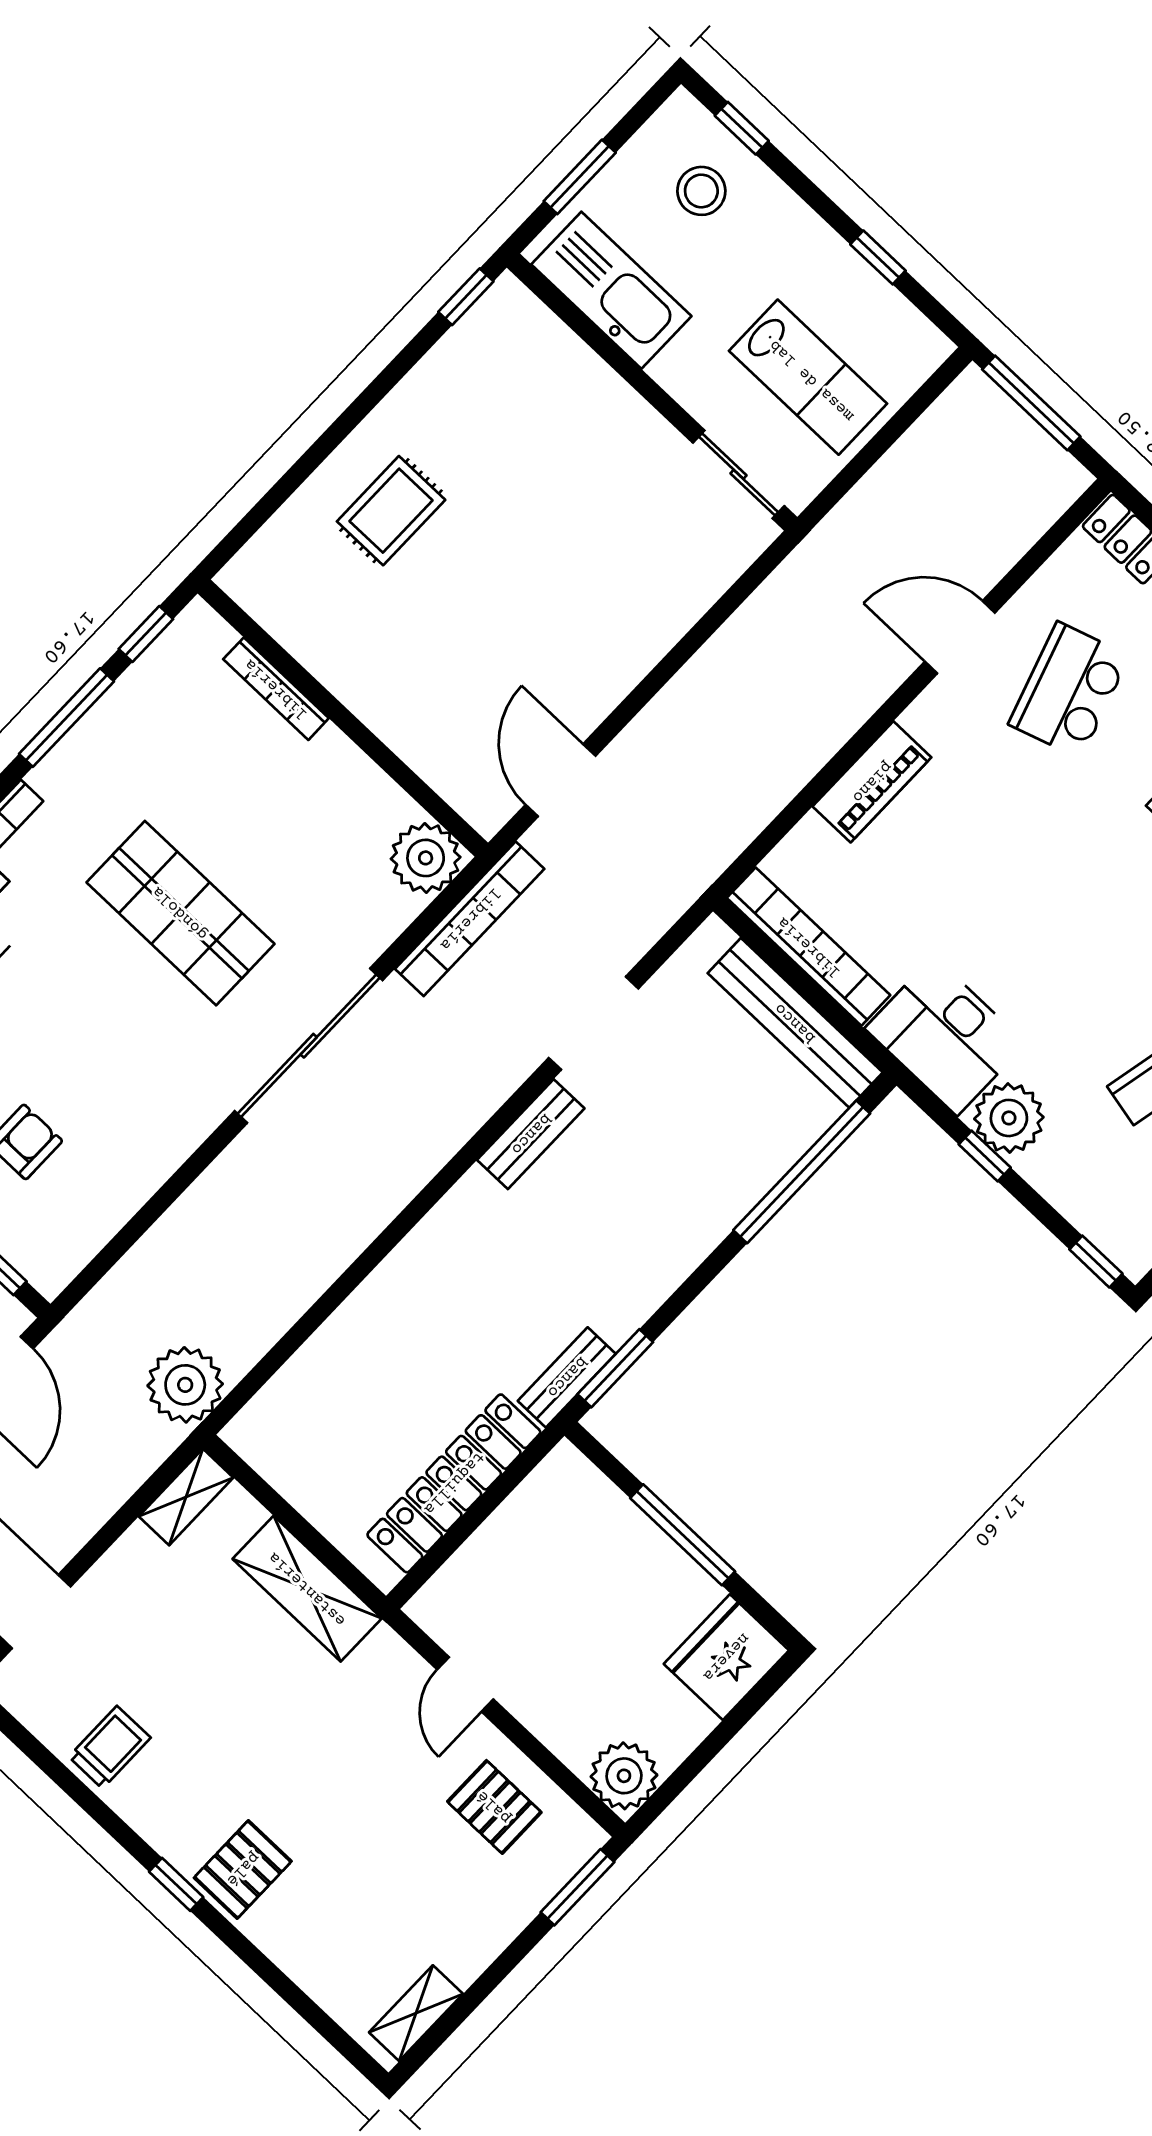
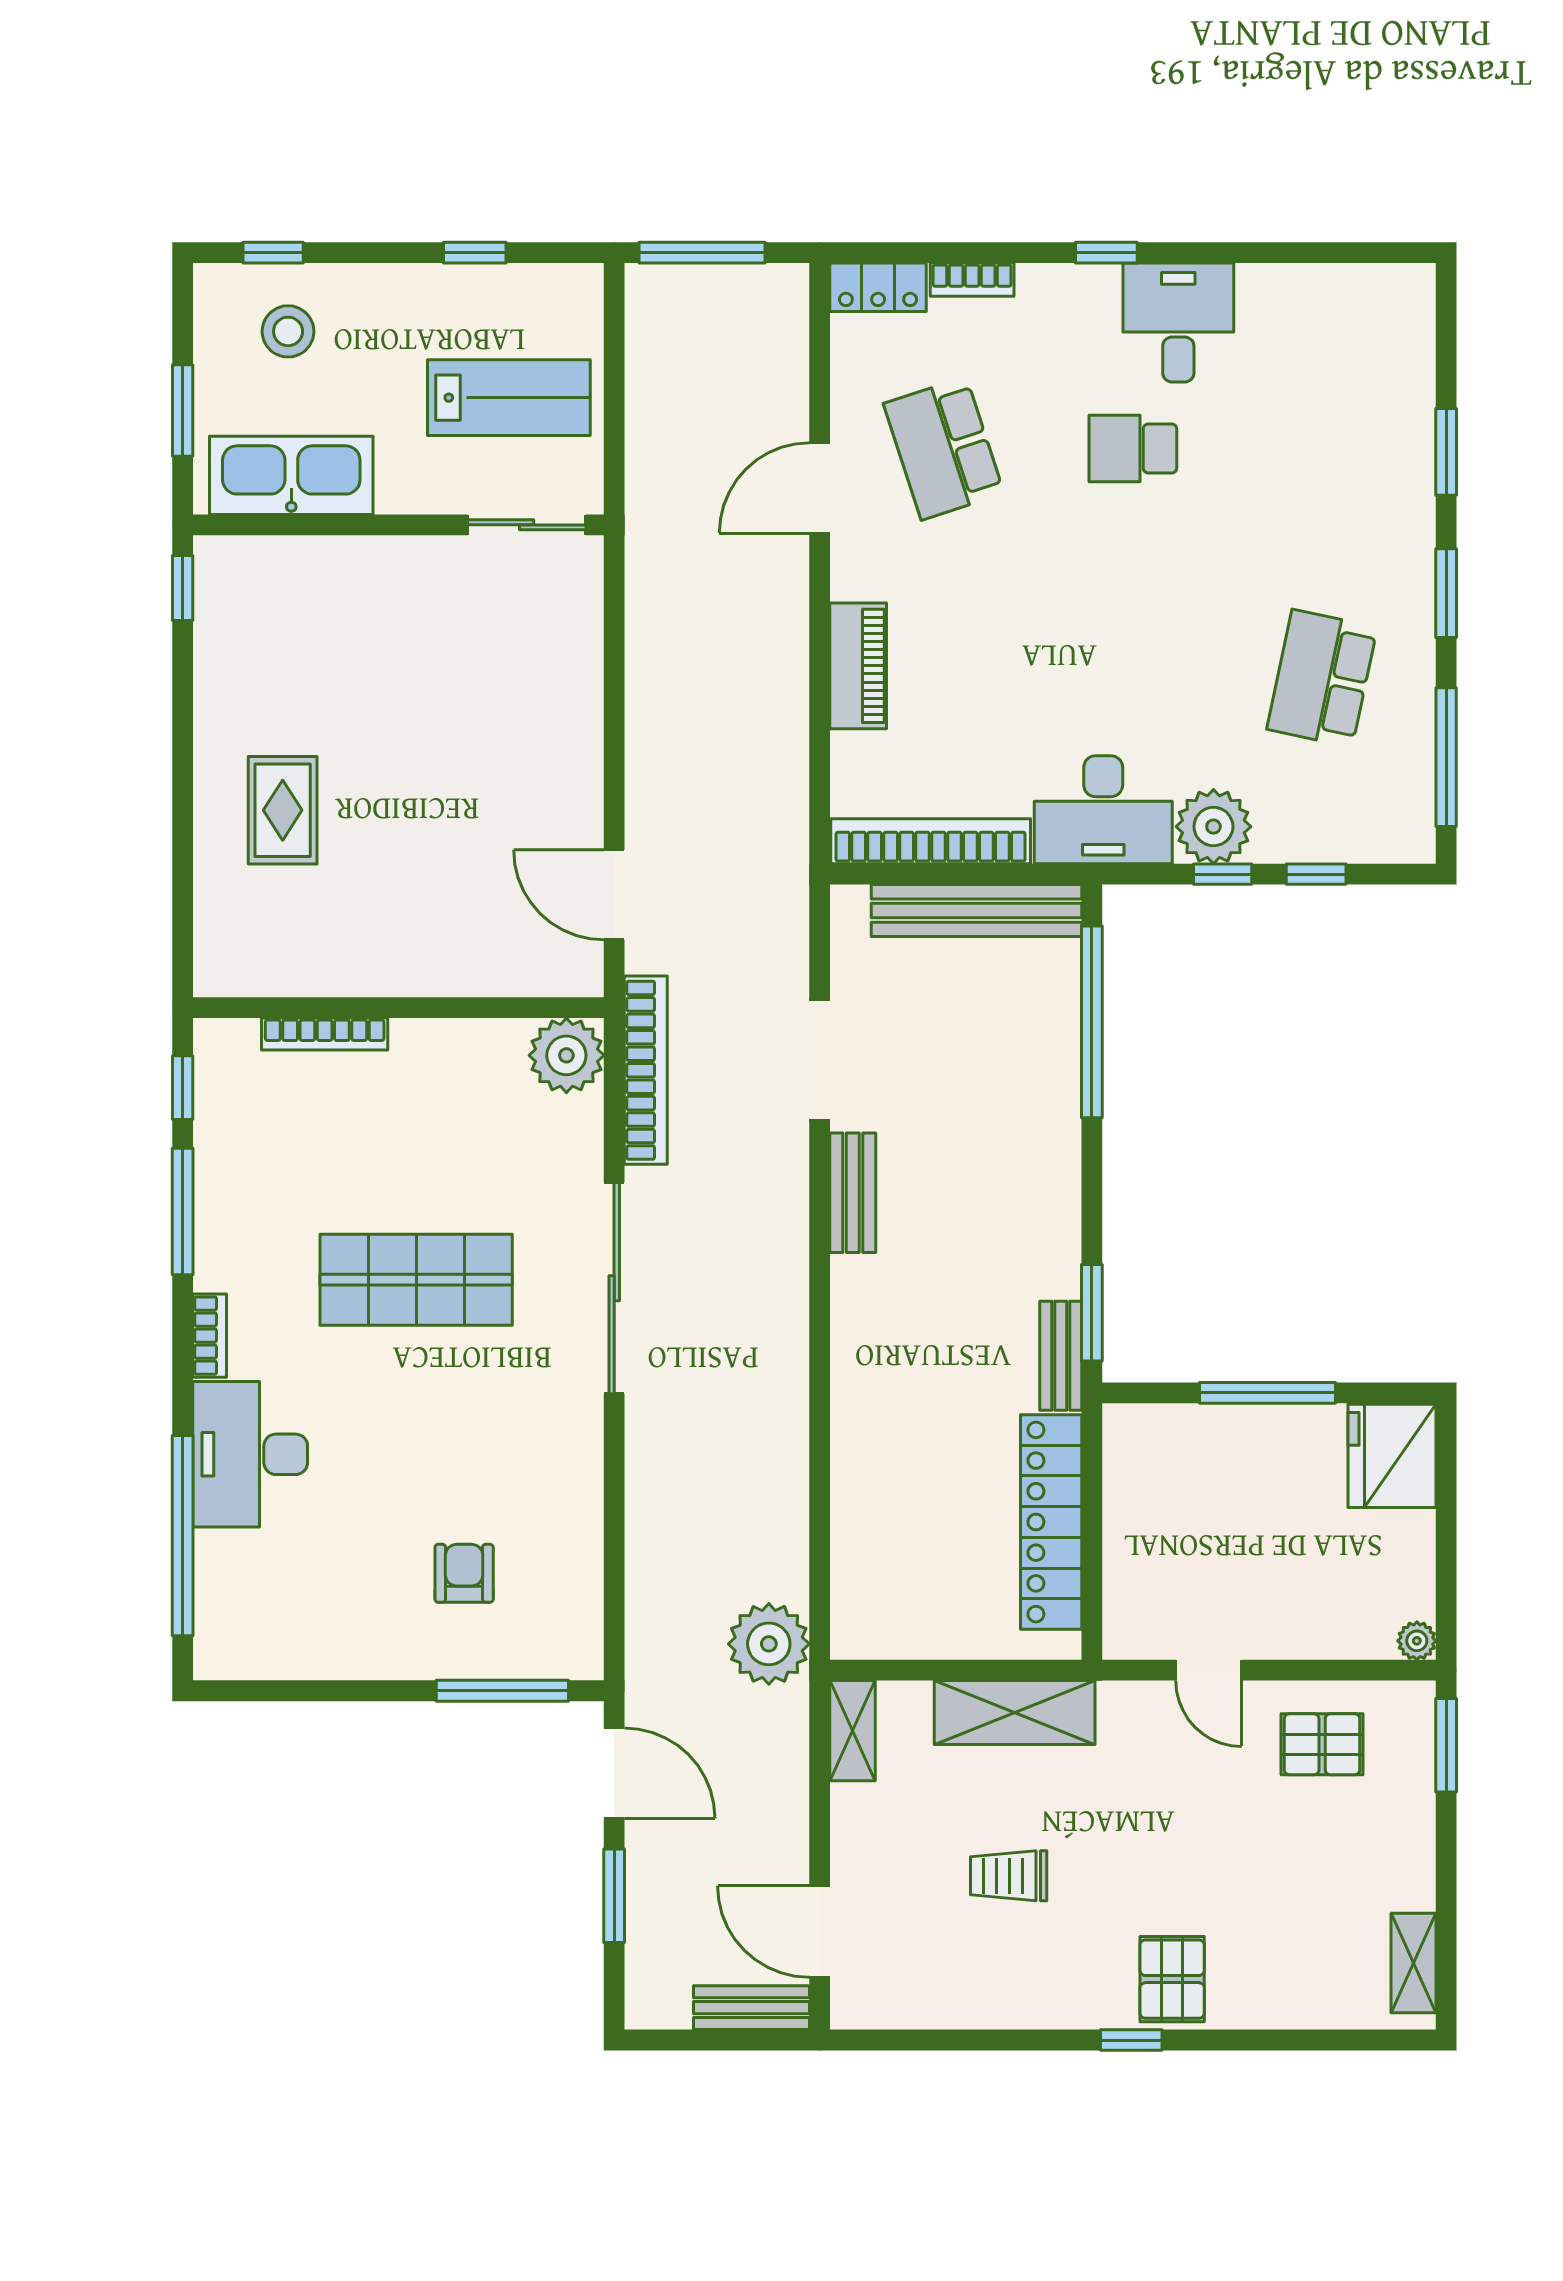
window: (1096, 1262) -> (1316, 874), moved
trolley: (110, 1747) -> (1009, 1876), moved, turned -90
plant: (624, 1776) -> (1417, 1641), width x0.53, depth x0.53

